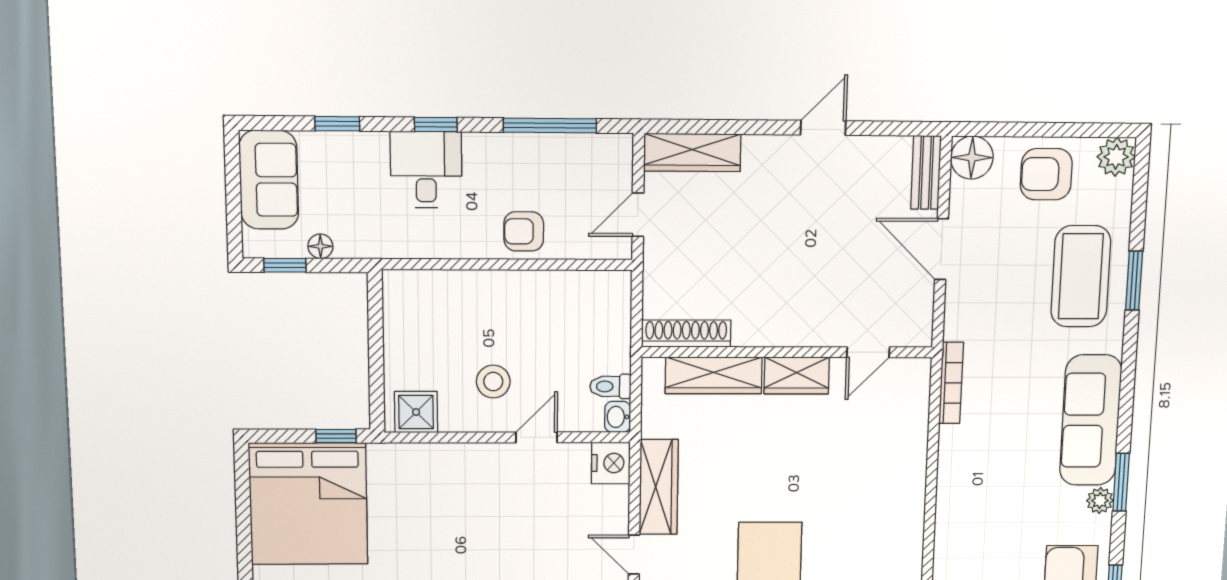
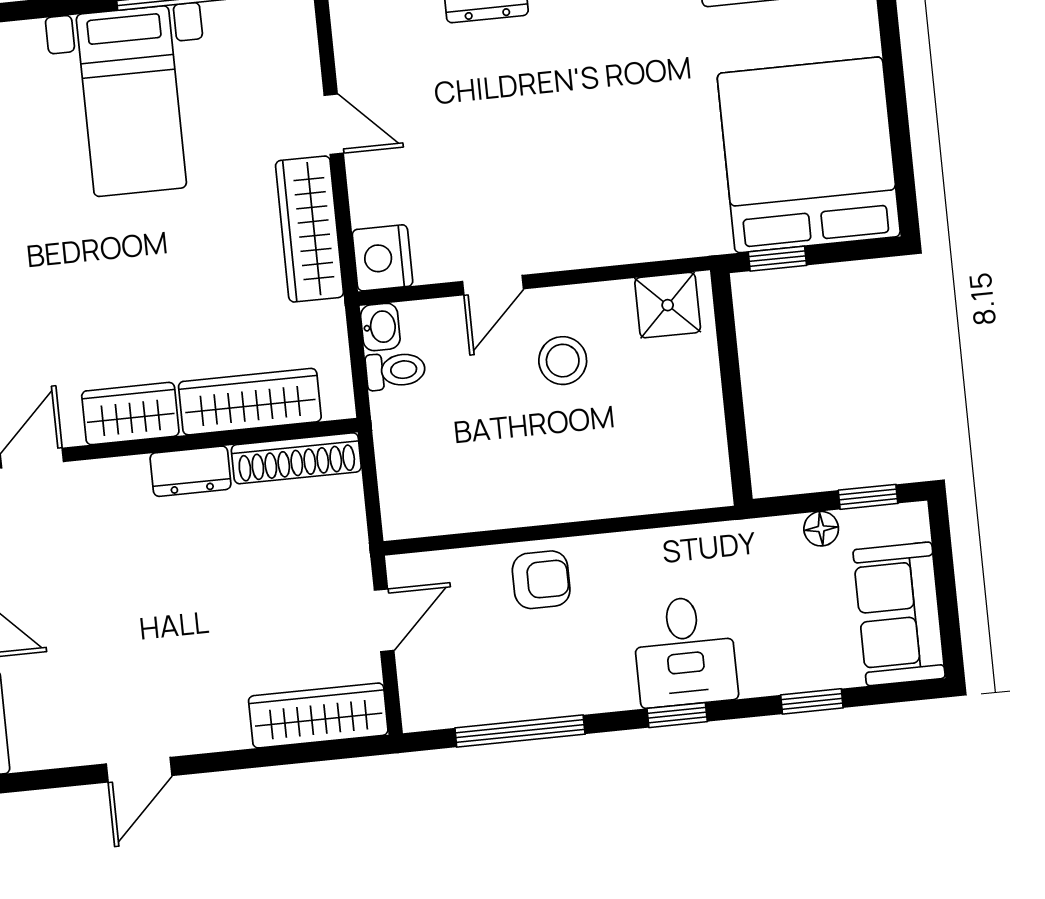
dresser: (760, 332) -> (191, 471), added

